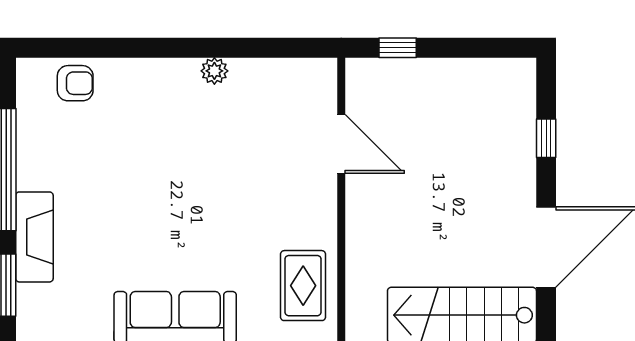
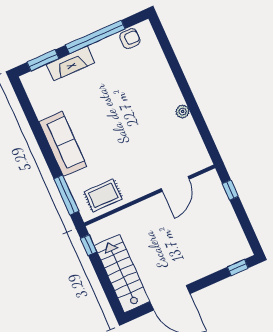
armchair: (75, 83) -> (130, 39), moved, turned -90
window: (546, 138) -> (238, 267), moved

